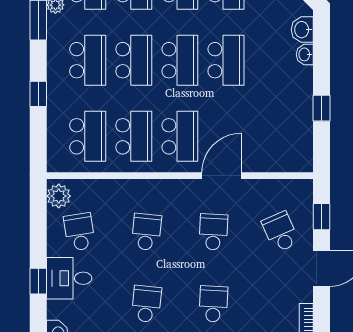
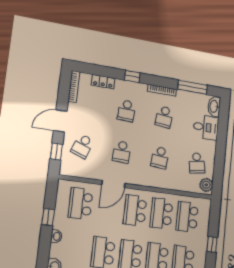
washbasin: (305, 54) -> (56, 236), moved
school desk: (272, 136) -> (81, 204), added
school desk: (280, 232) -> (82, 146), turned 45
desk: (69, 278) -> (206, 127), moved
window: (38, 281) -> (221, 139), removed

